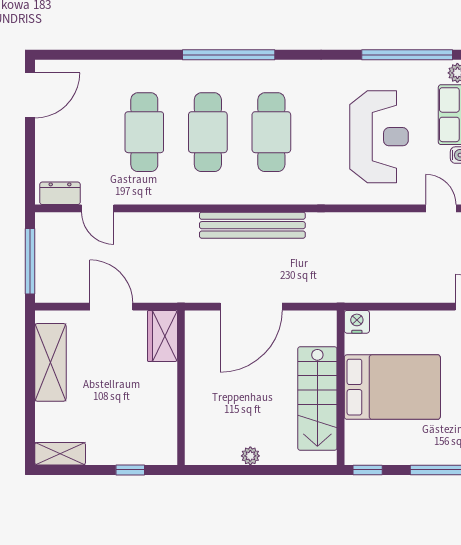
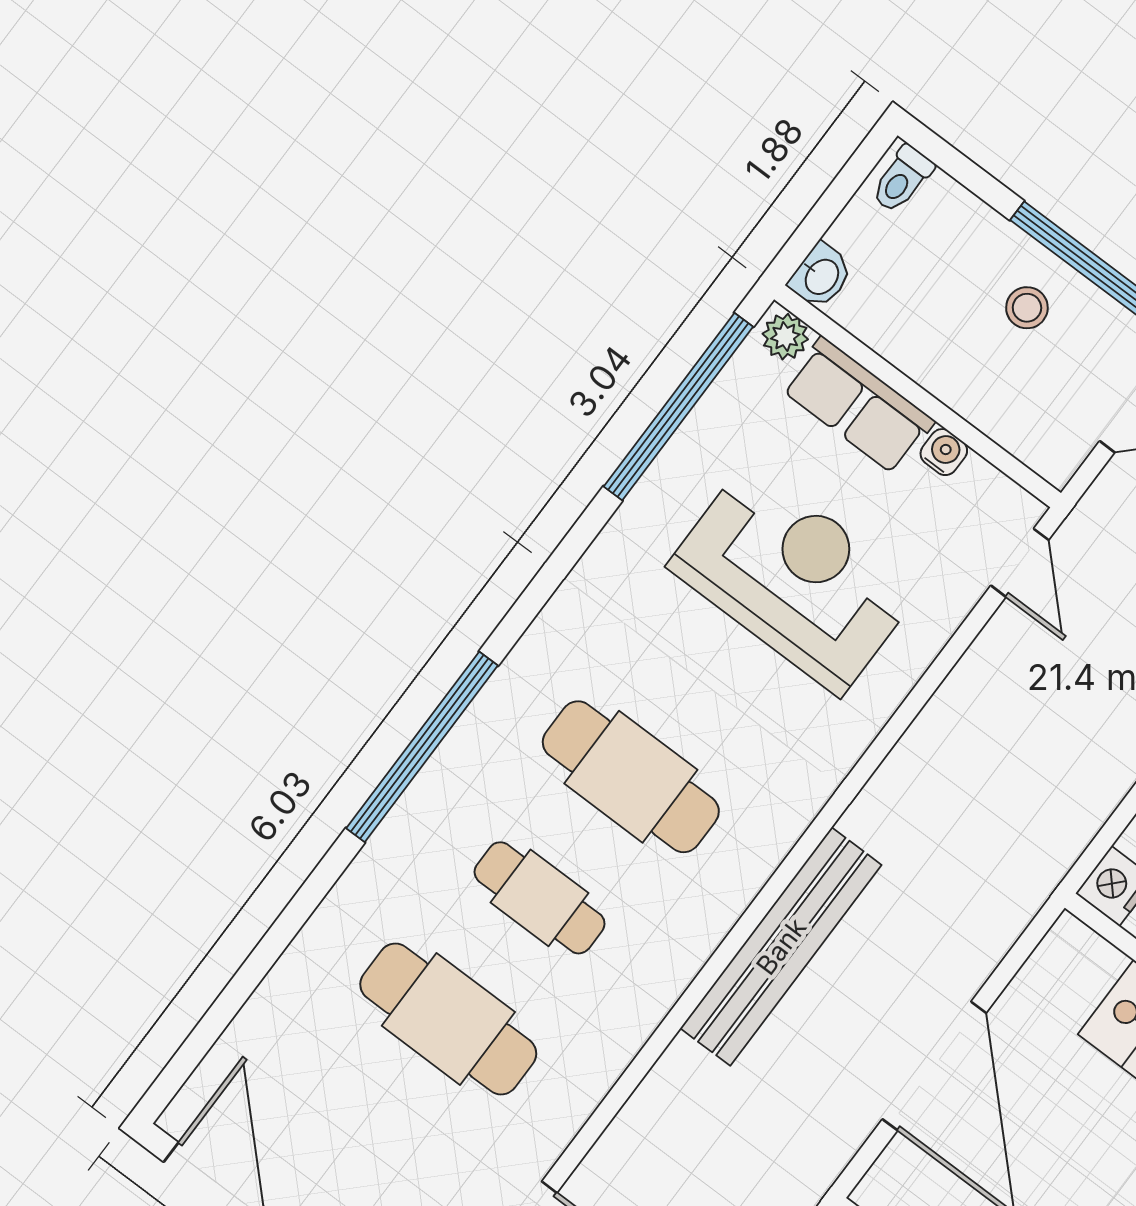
cafe table: (208, 132) -> (540, 898), width x0.73, depth x0.74
door: (441, 208) -> (1020, 563), swing flipped

